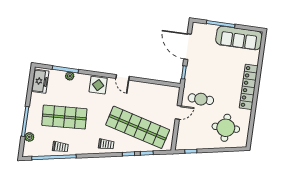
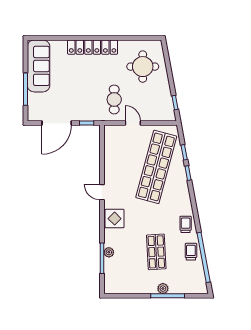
door: (123, 77) -> (102, 192), swing flipped
freezer: (40, 81) -> (119, 285), removed
shop shelf: (64, 117) -> (156, 252), width x0.70, depth x0.74
plant: (29, 137) -> (163, 289), moved
trolley: (106, 144) -> (186, 224), moved

